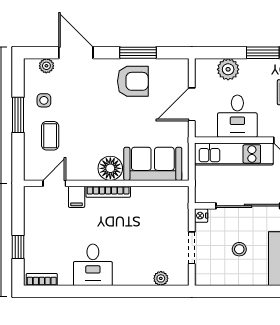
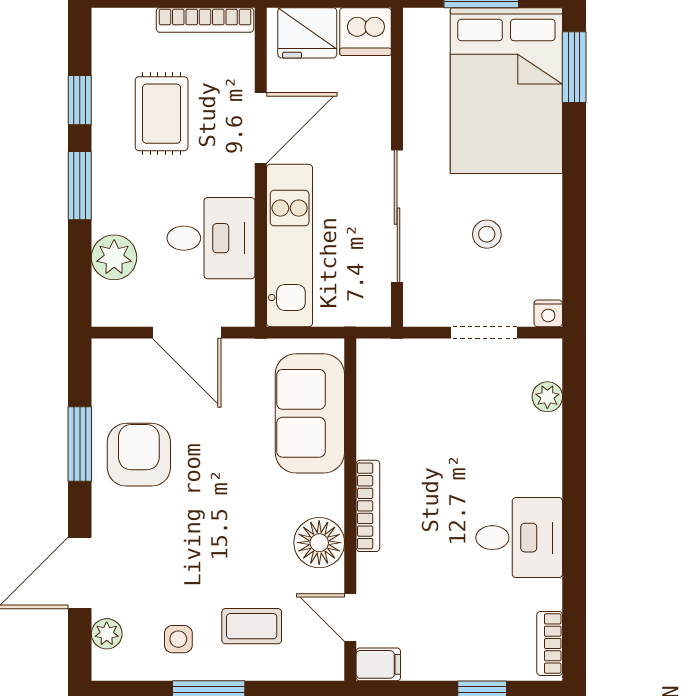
floor lamp: (110, 168) -> (319, 543), moved
filing cabinet: (77, 197) -> (378, 664), moved
nightstand: (201, 216) -> (548, 313), moved

